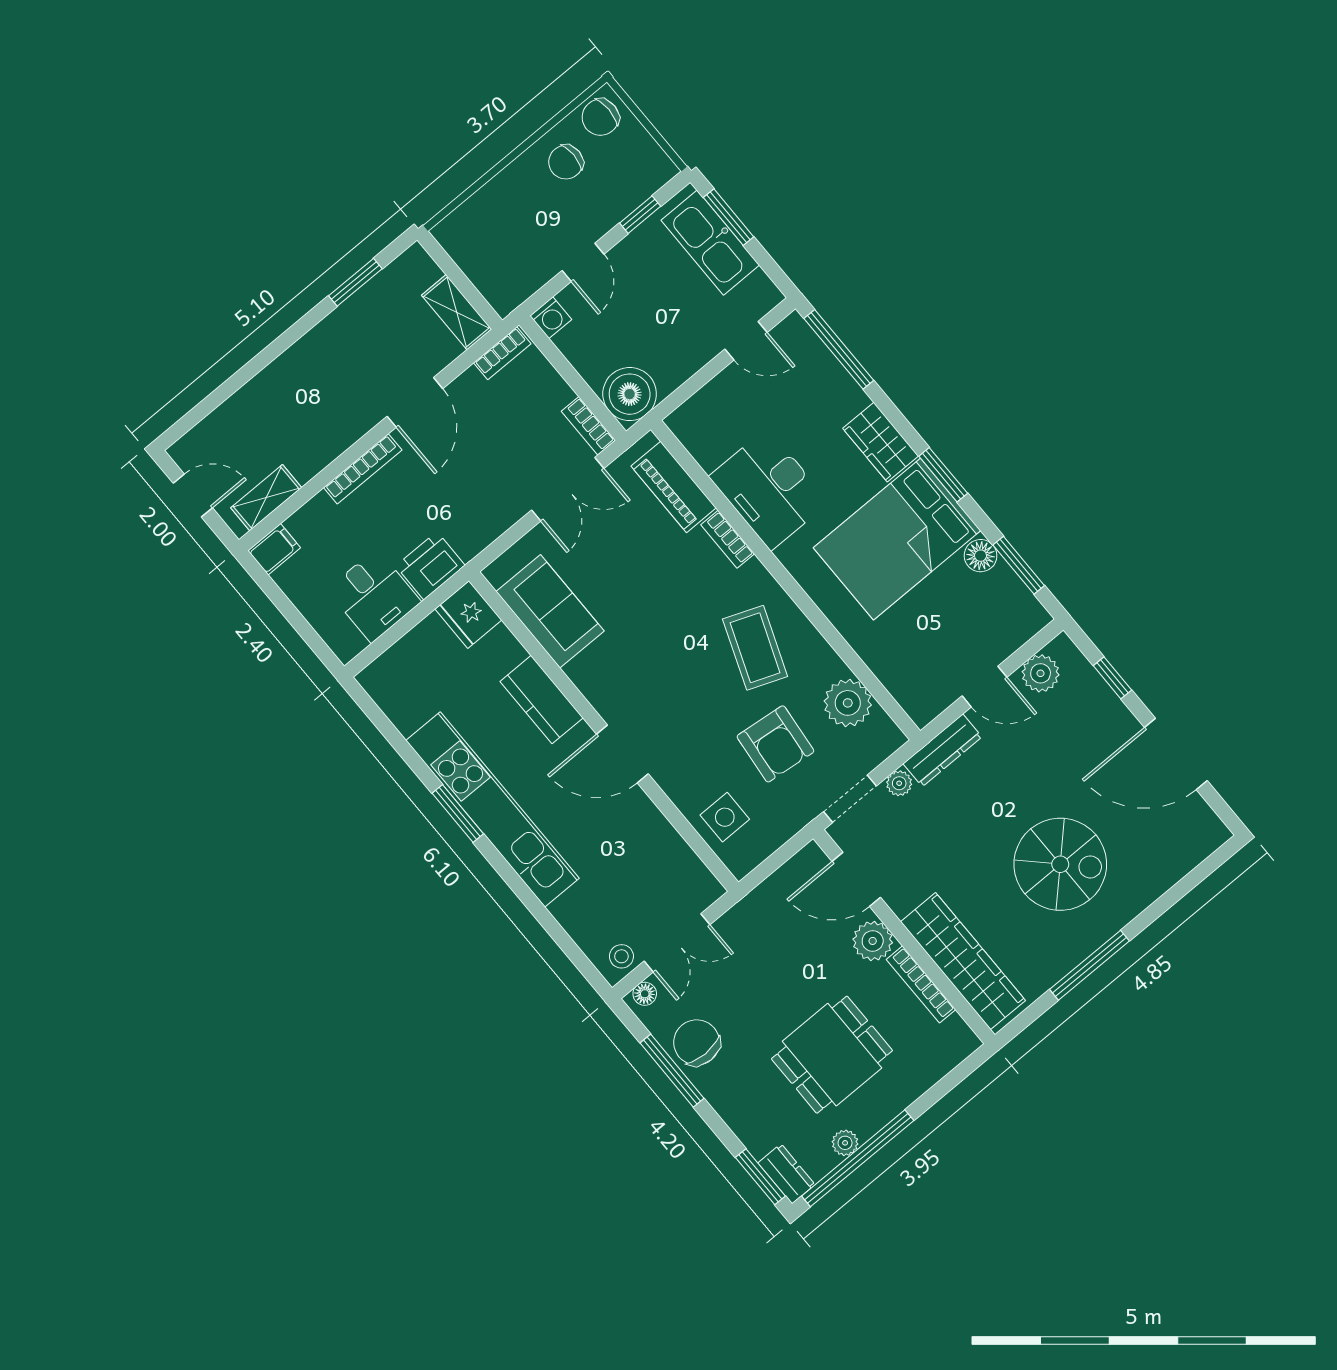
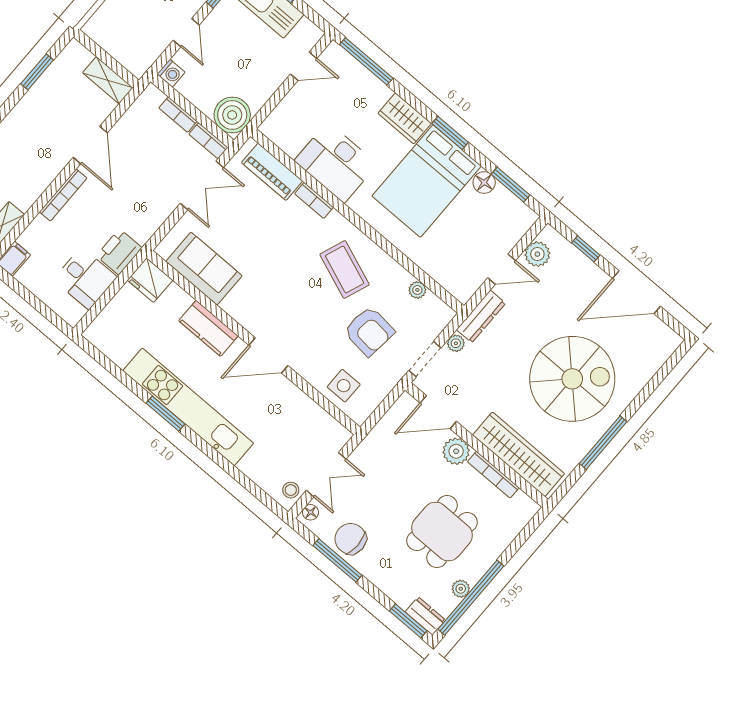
bookcase: (502, 353) -> (178, 115), moved, turned 90
plant: (848, 703) -> (417, 290), width x0.53, depth x0.53
spiral stairs: (1060, 864) -> (572, 379), width x1.37, depth x1.37

